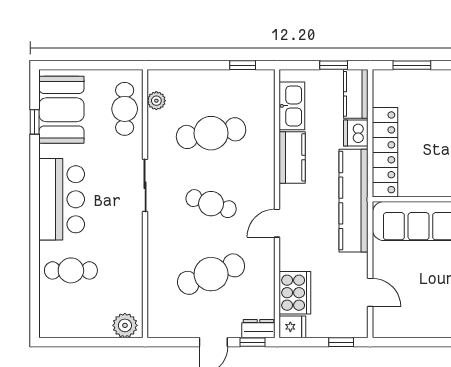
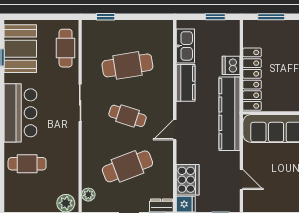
window: (243, 65) -> (106, 17), moved
kitchen counter: (356, 94) -> (231, 37), removed
plant: (156, 101) -> (88, 195), moved

